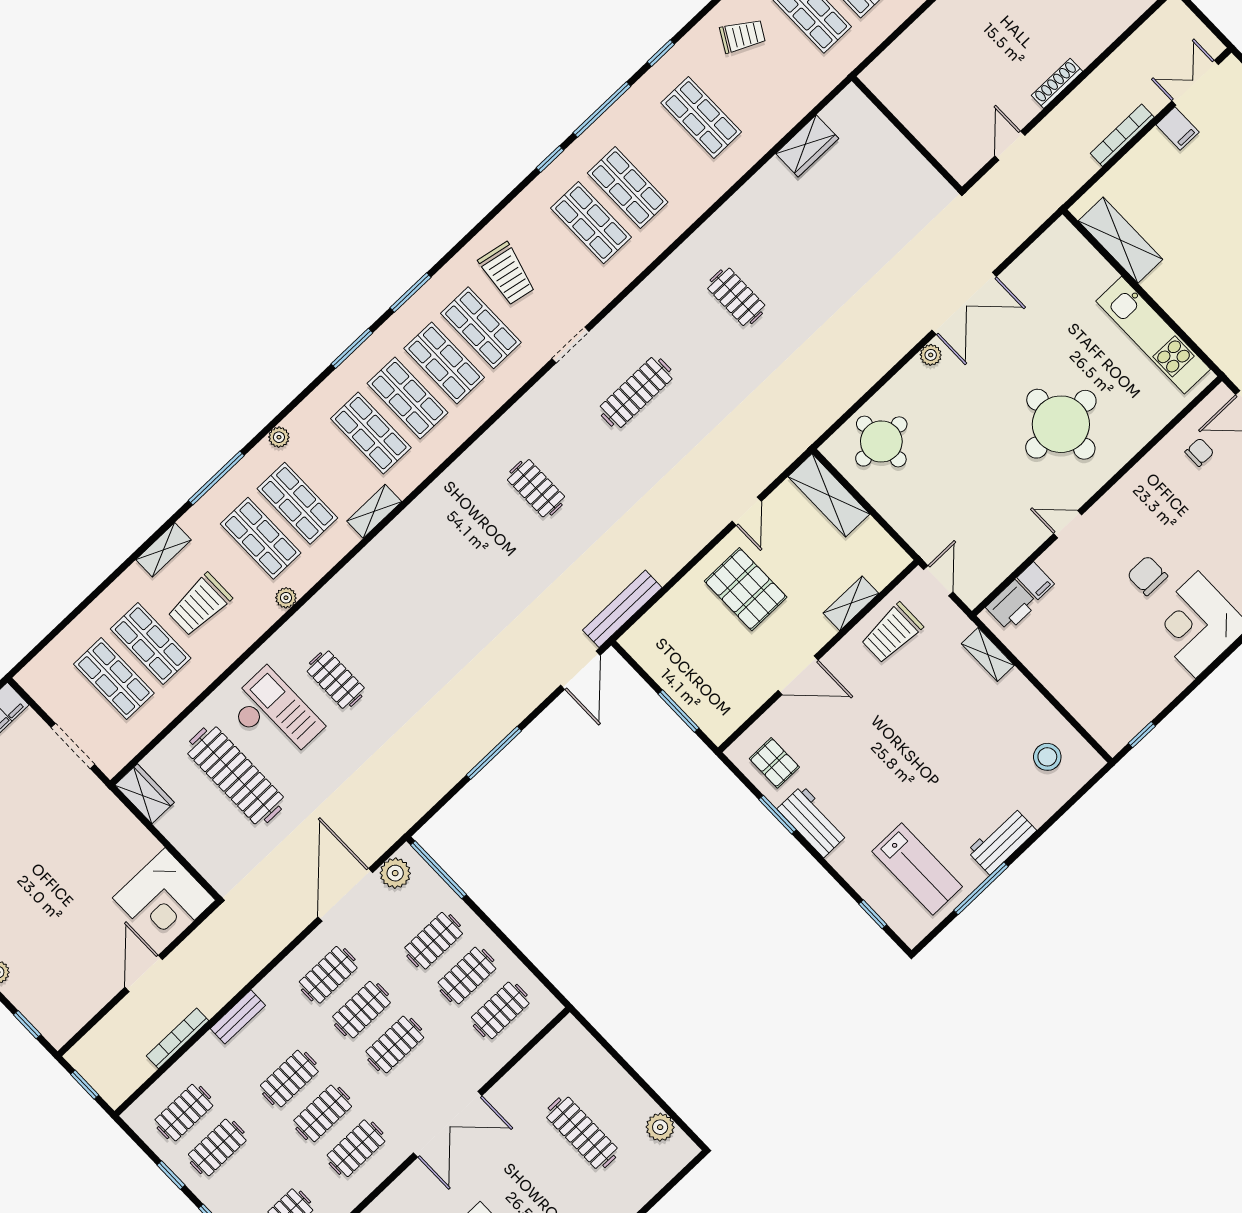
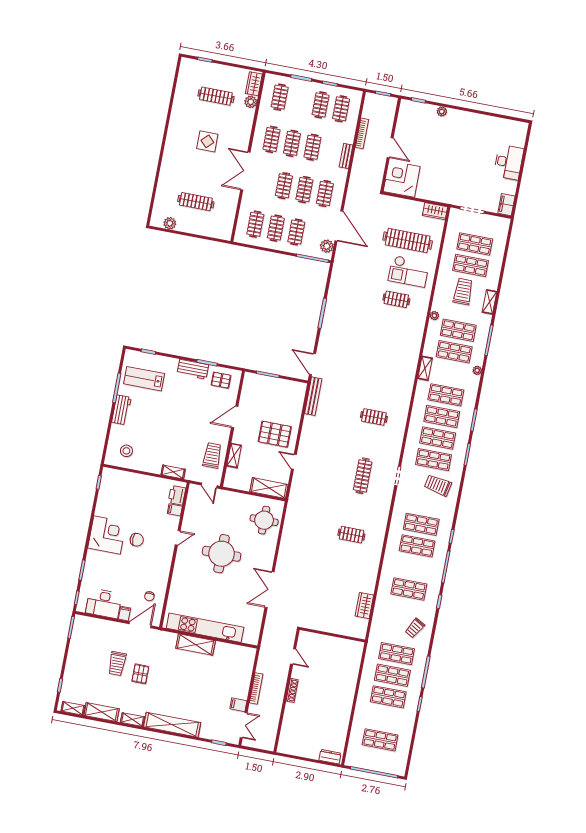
shelving: (1120, 240) -> (196, 644), moved
kitchen unit: (1153, 335) -> (205, 628), width x1.36
plant: (931, 355) -> (268, 563), removed
round table: (1061, 424) -> (222, 554), moved

